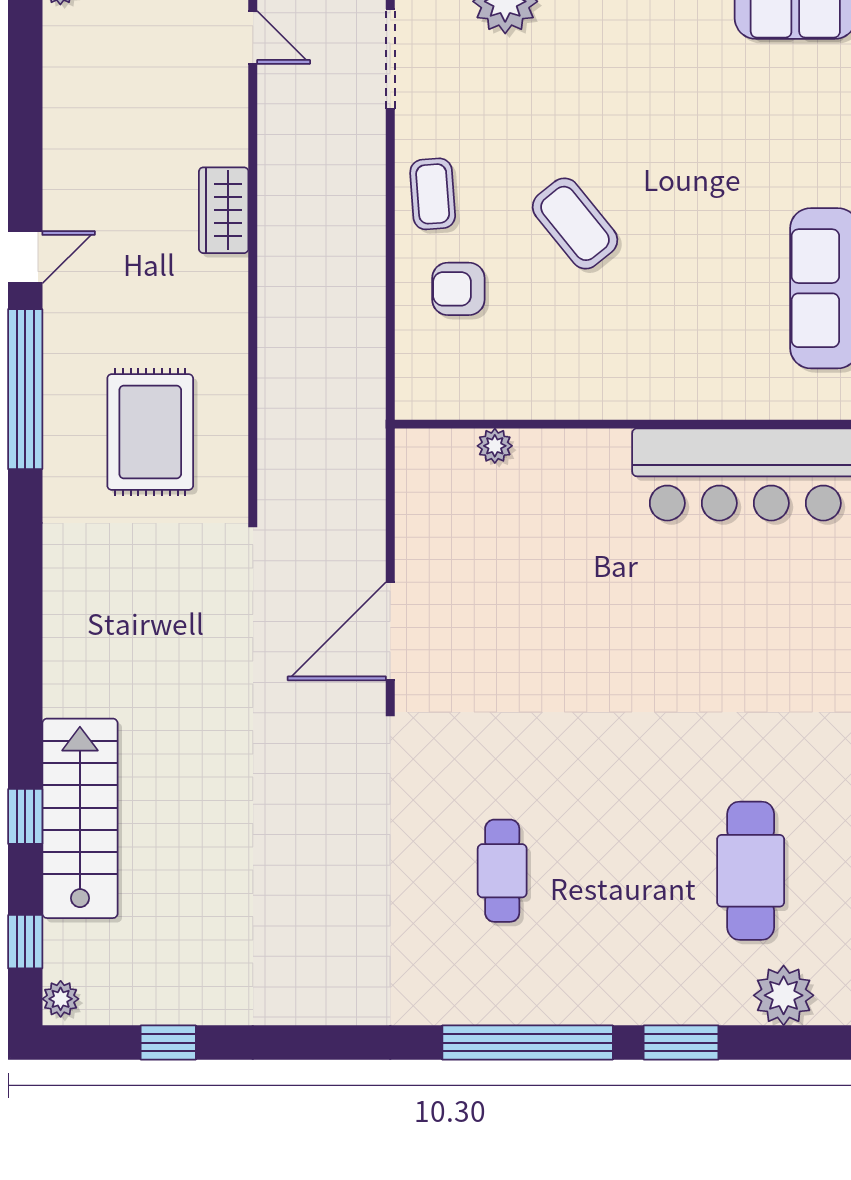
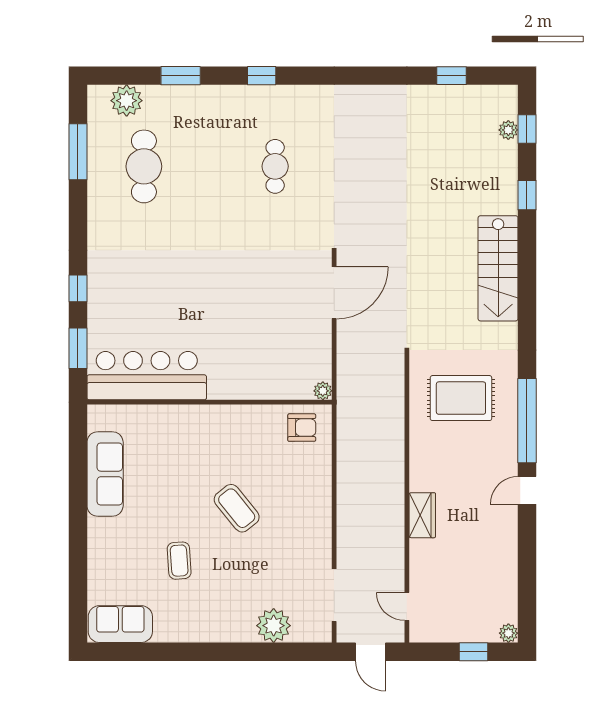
coffee table: (433, 194) -> (179, 561), moved
armchair: (458, 289) -> (302, 428), moved
rug: (150, 432) -> (461, 398), turned 90
plant: (495, 446) -> (323, 391), moved
stairs: (80, 818) -> (498, 268), moved
plant: (61, 999) -> (508, 130), moved
window: (528, 1043) -> (262, 76), width x0.32

